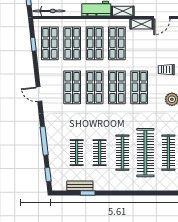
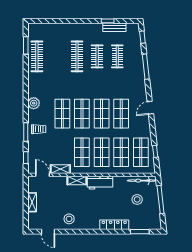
door: (162, 18) -> (43, 175), hinge flipped
door: (39, 94) -> (150, 108), swing flipped
clothes rail: (145, 153) -> (57, 56), removed

